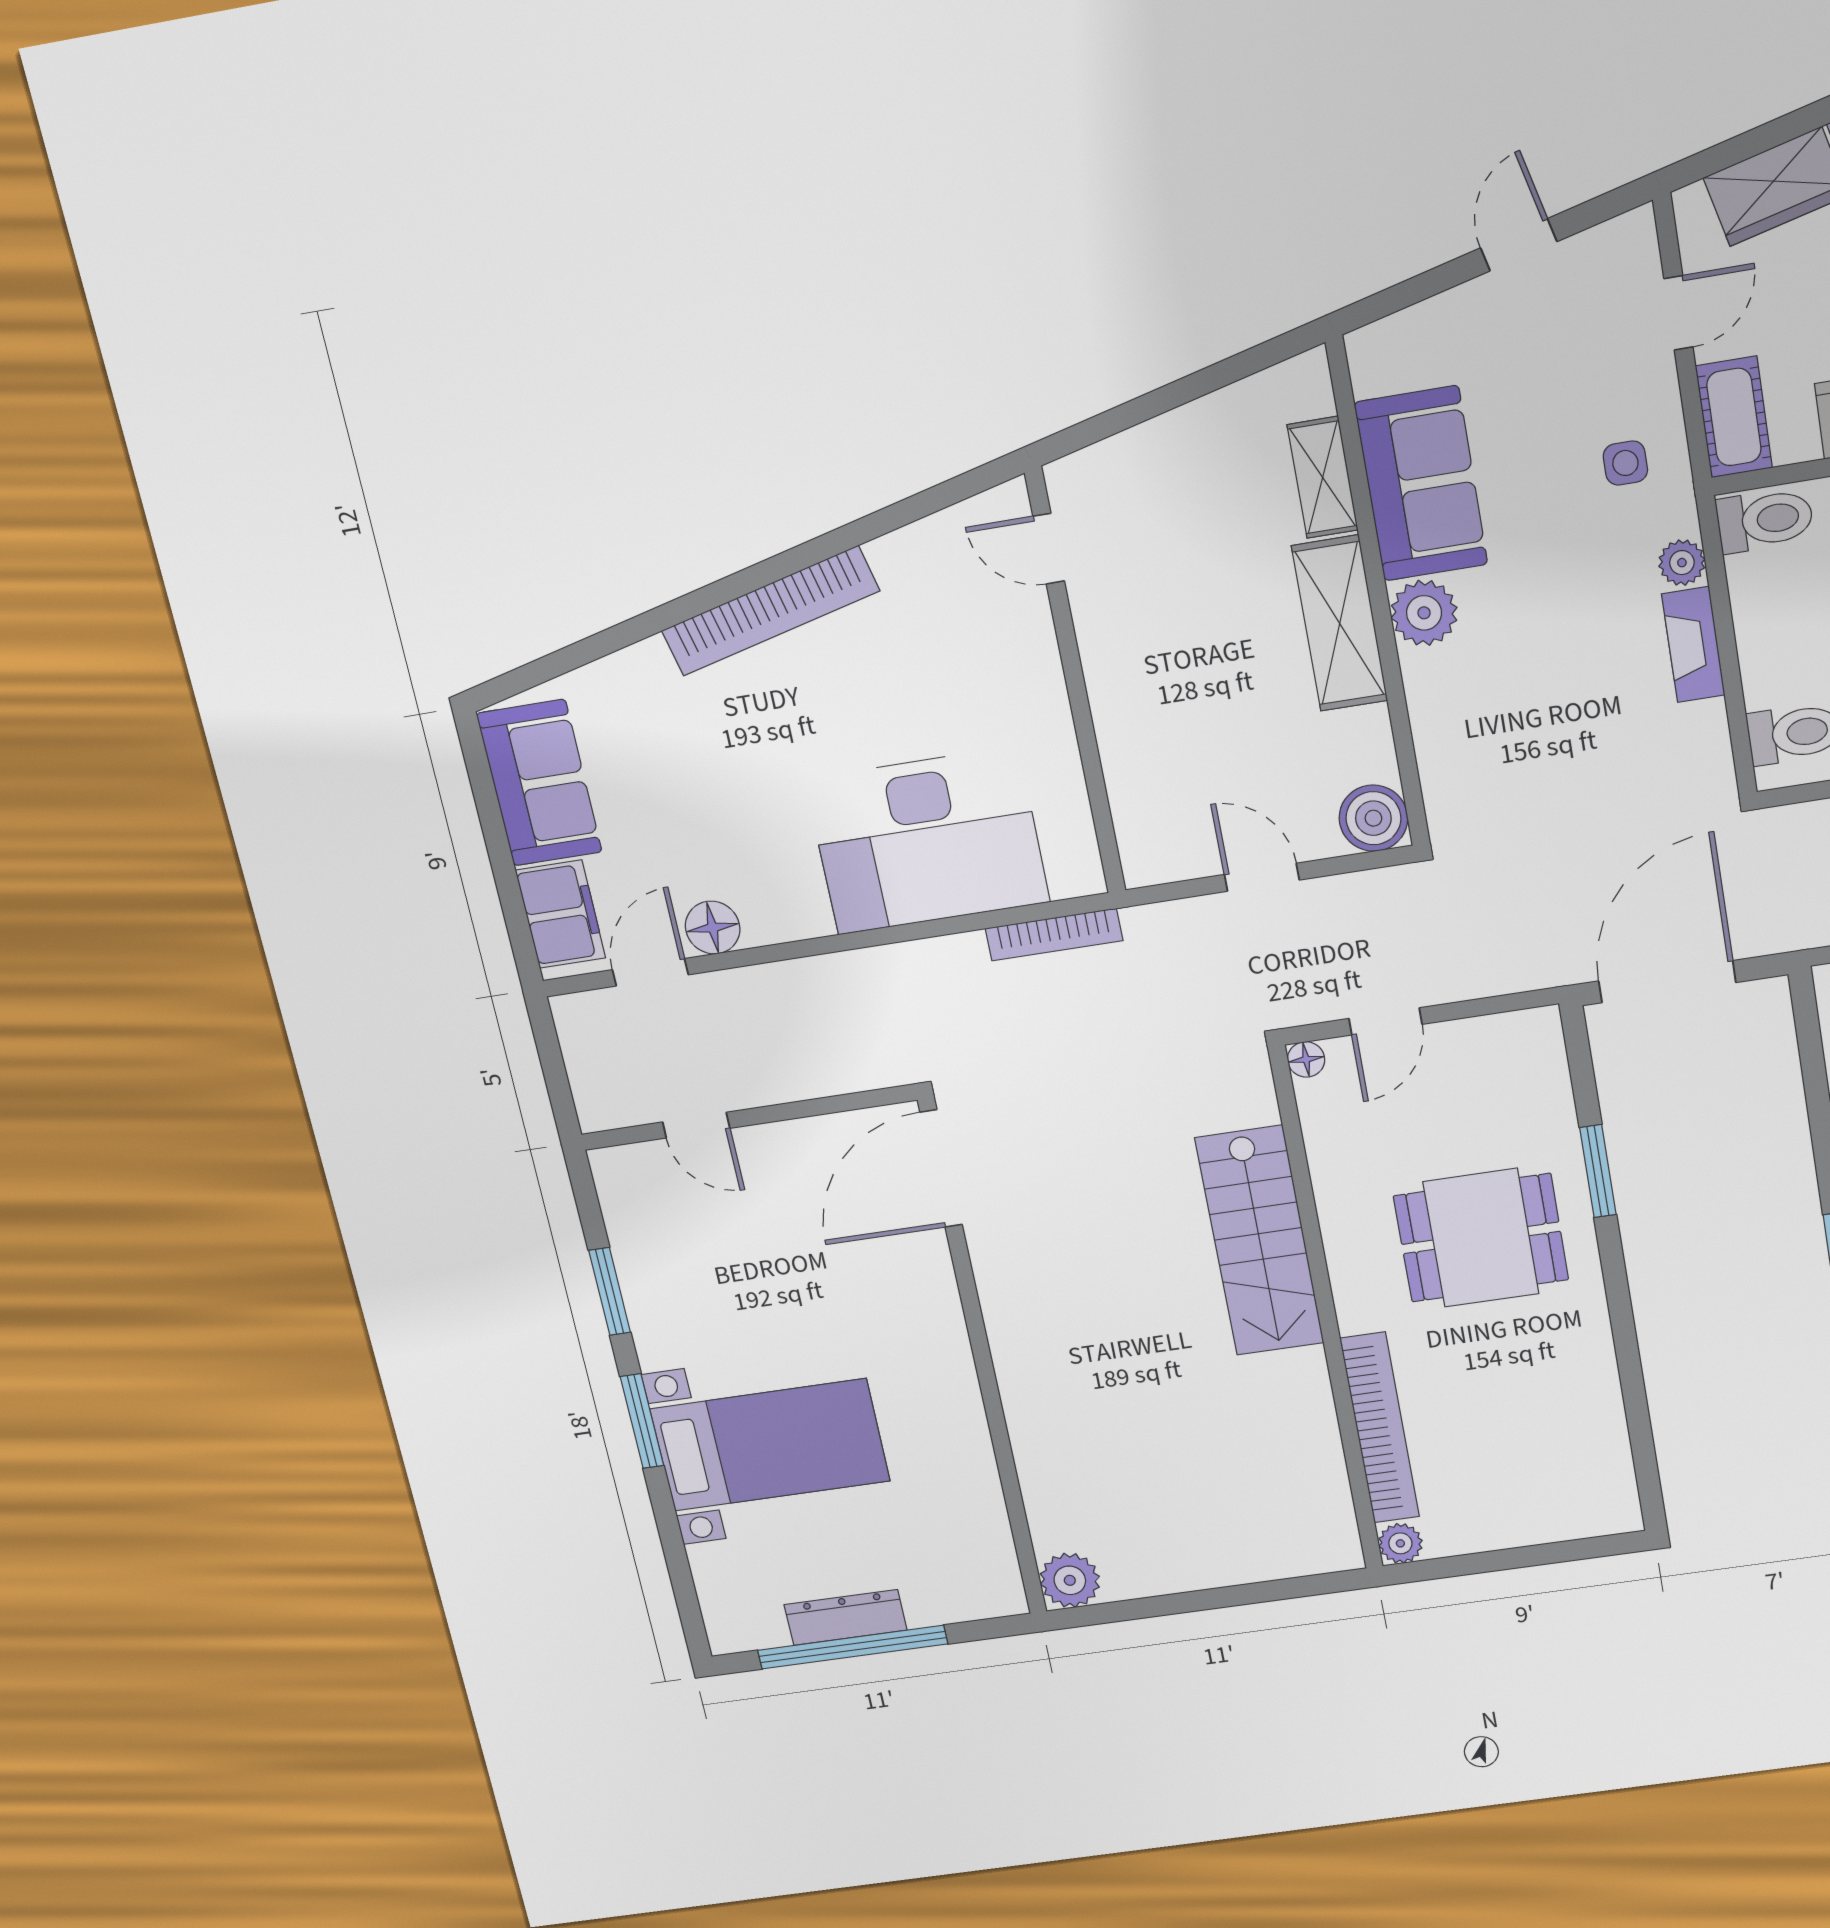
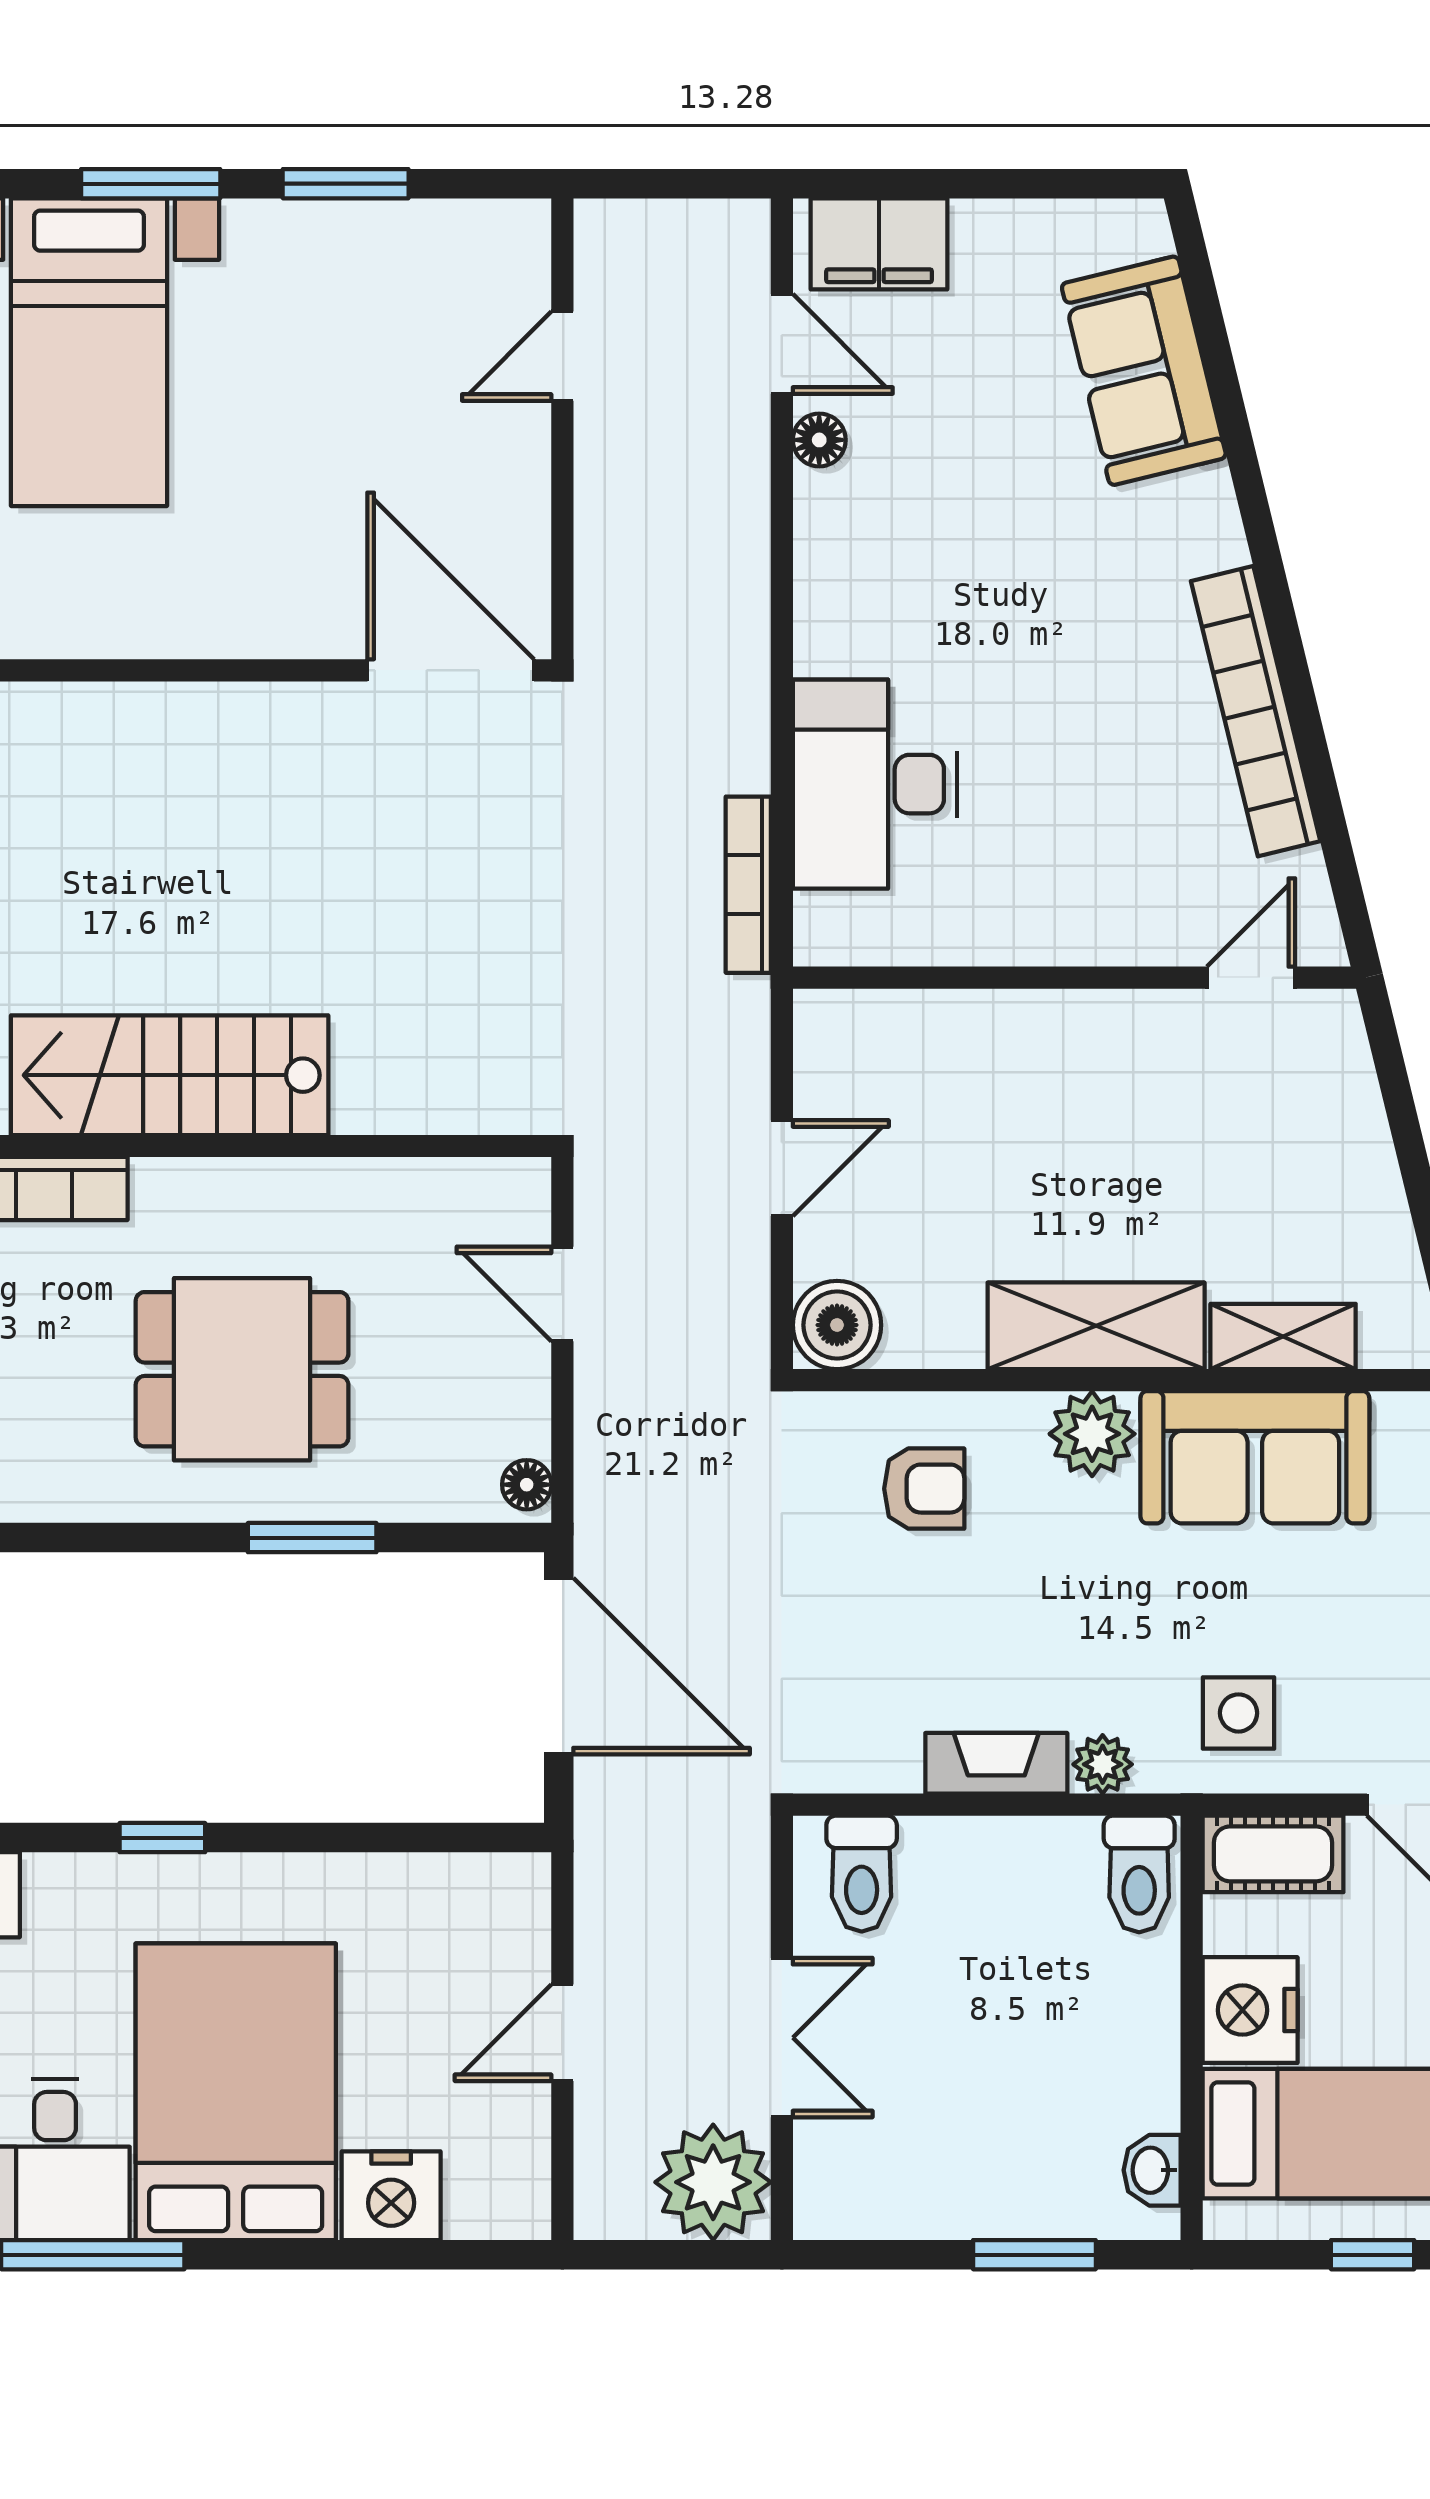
side table: (1625, 463) -> (1239, 1713), width x1.37, depth x1.37
bookcase: (770, 611) -> (1256, 711), moved
armchair: (1488, 733) -> (924, 1489), added
sofa: (539, 783) -> (1144, 371), moved, turned 76
desk: (928, 841) -> (875, 784), width x0.73, depth x0.77
floor lamp: (713, 928) -> (819, 440), width x0.73, depth x0.73
floor lamp: (1306, 1059) -> (527, 1485), moved
dining table: (1481, 1238) -> (242, 1369), turned 90
stairs: (1260, 1241) -> (170, 1075), moved

